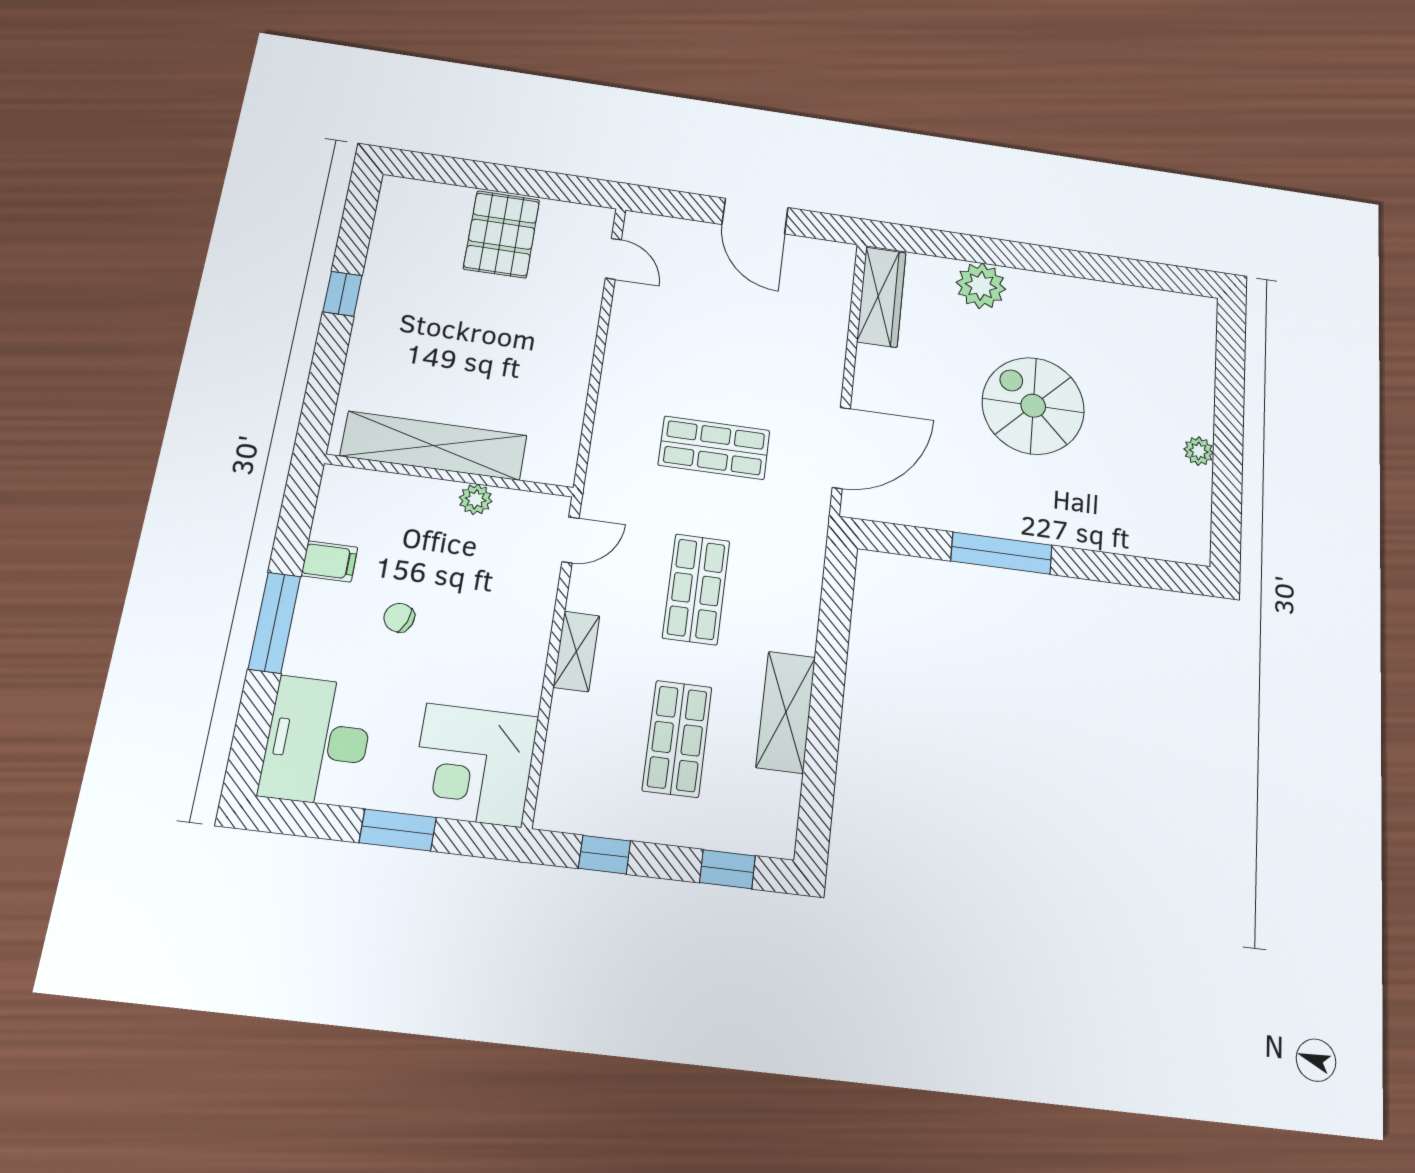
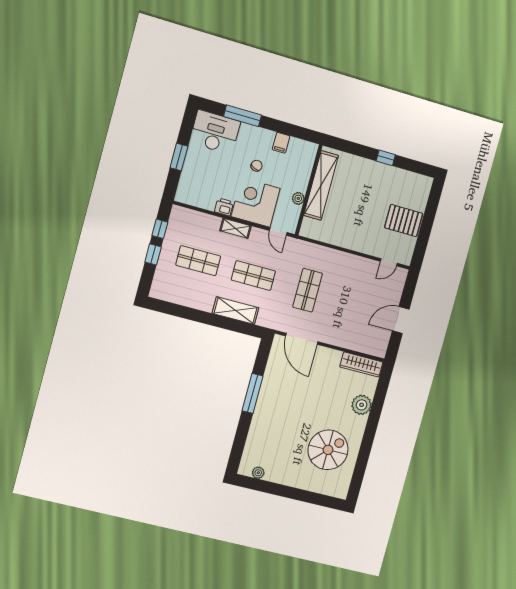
spiral stairs: (1033, 406) -> (328, 450), moved
plant: (1199, 451) -> (258, 473), moved
window: (275, 623) -> (243, 116), moved
printer: (522, 690) -> (224, 207), added
shelving: (786, 712) -> (236, 311), moved
corner desk: (474, 765) -> (256, 202), moved
window: (727, 869) -> (153, 254), moved

